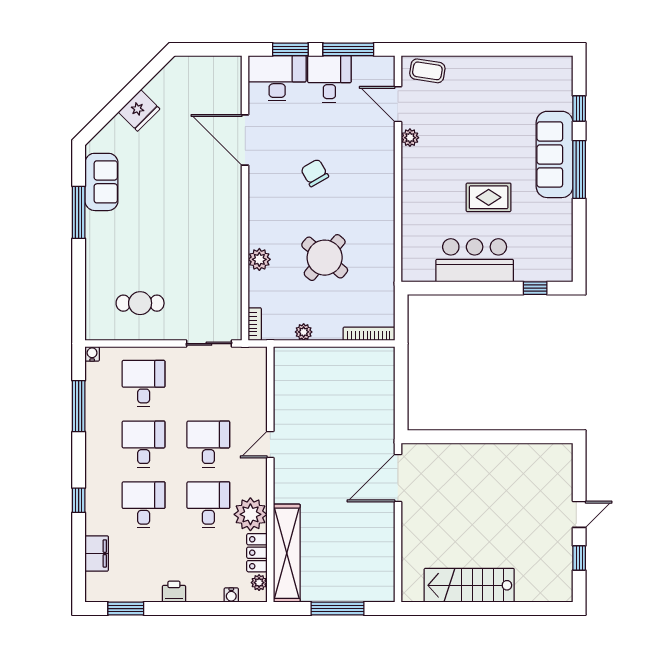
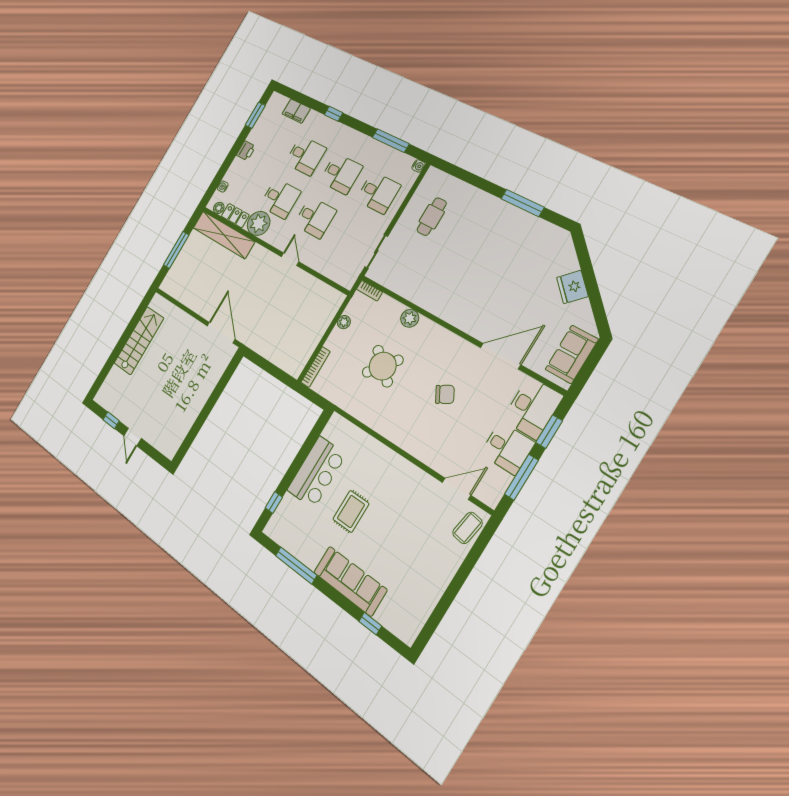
plant: (410, 138) -> (427, 482), removed
window: (579, 169) -> (296, 565), moved
sofa: (101, 182) -> (572, 354), moved, turned 90

